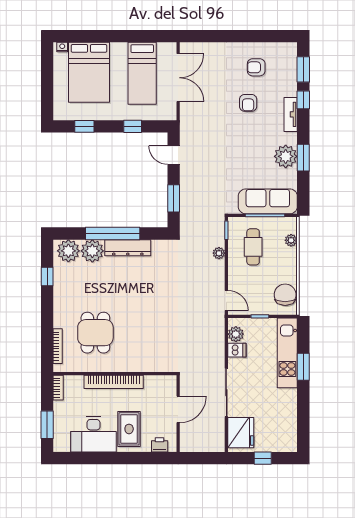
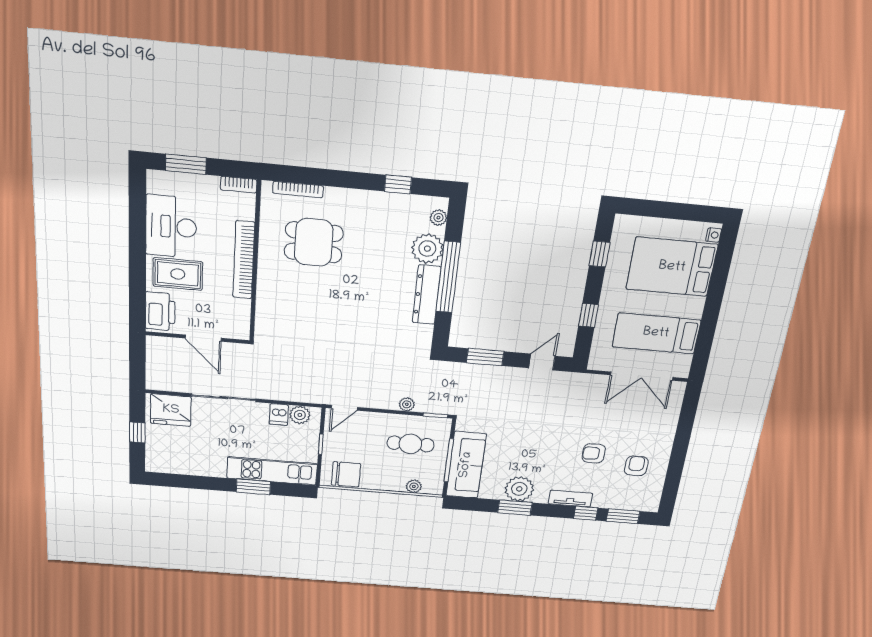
plant: (68, 251) -> (438, 218), width x0.53, depth x0.53
printer: (160, 445) -> (160, 311), width x1.87, depth x1.48

